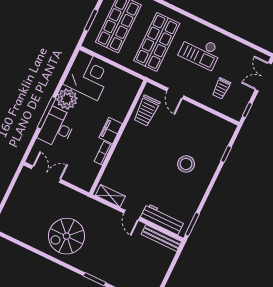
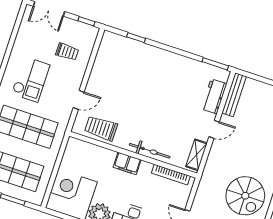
trolley: (146, 111) -> (101, 128), turned 180
bookcase: (103, 153) -> (171, 174), moved, width x1.56
bicycle: (120, 153) -> (150, 151), added
stool: (186, 164) -> (152, 79), removed
workbench: (162, 219) -> (214, 96), width x0.73

